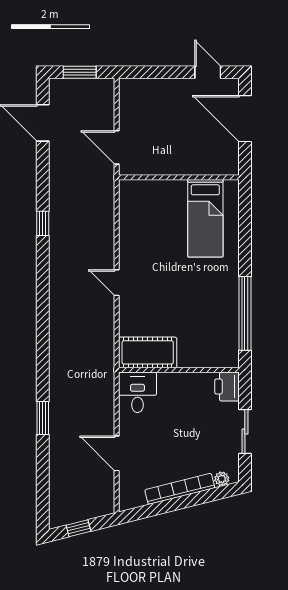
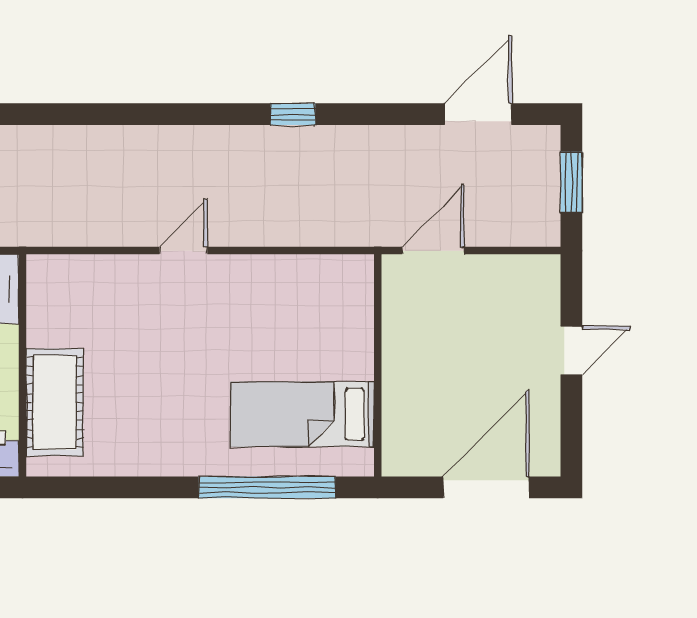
door: (208, 72) -> (571, 350), moved
window: (245, 313) -> (267, 487), moved
cot: (148, 352) -> (55, 402), moved

